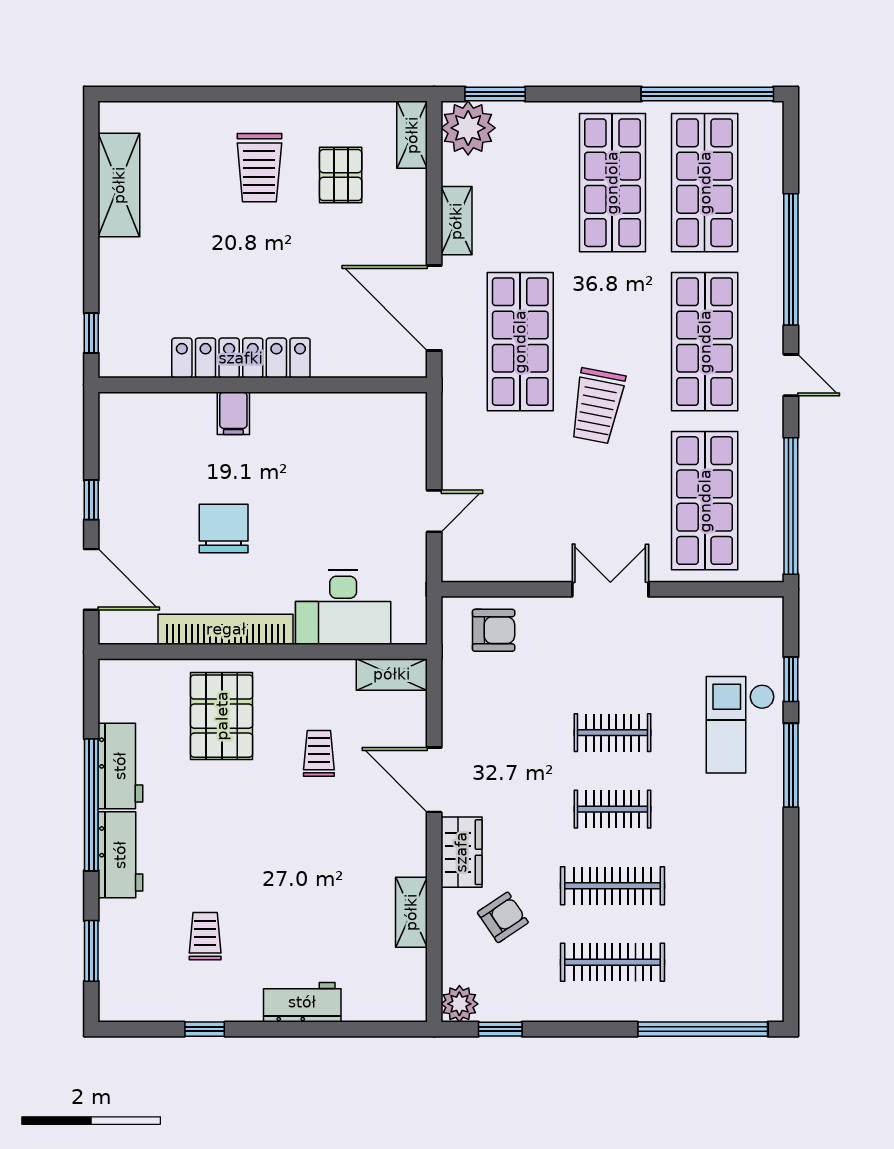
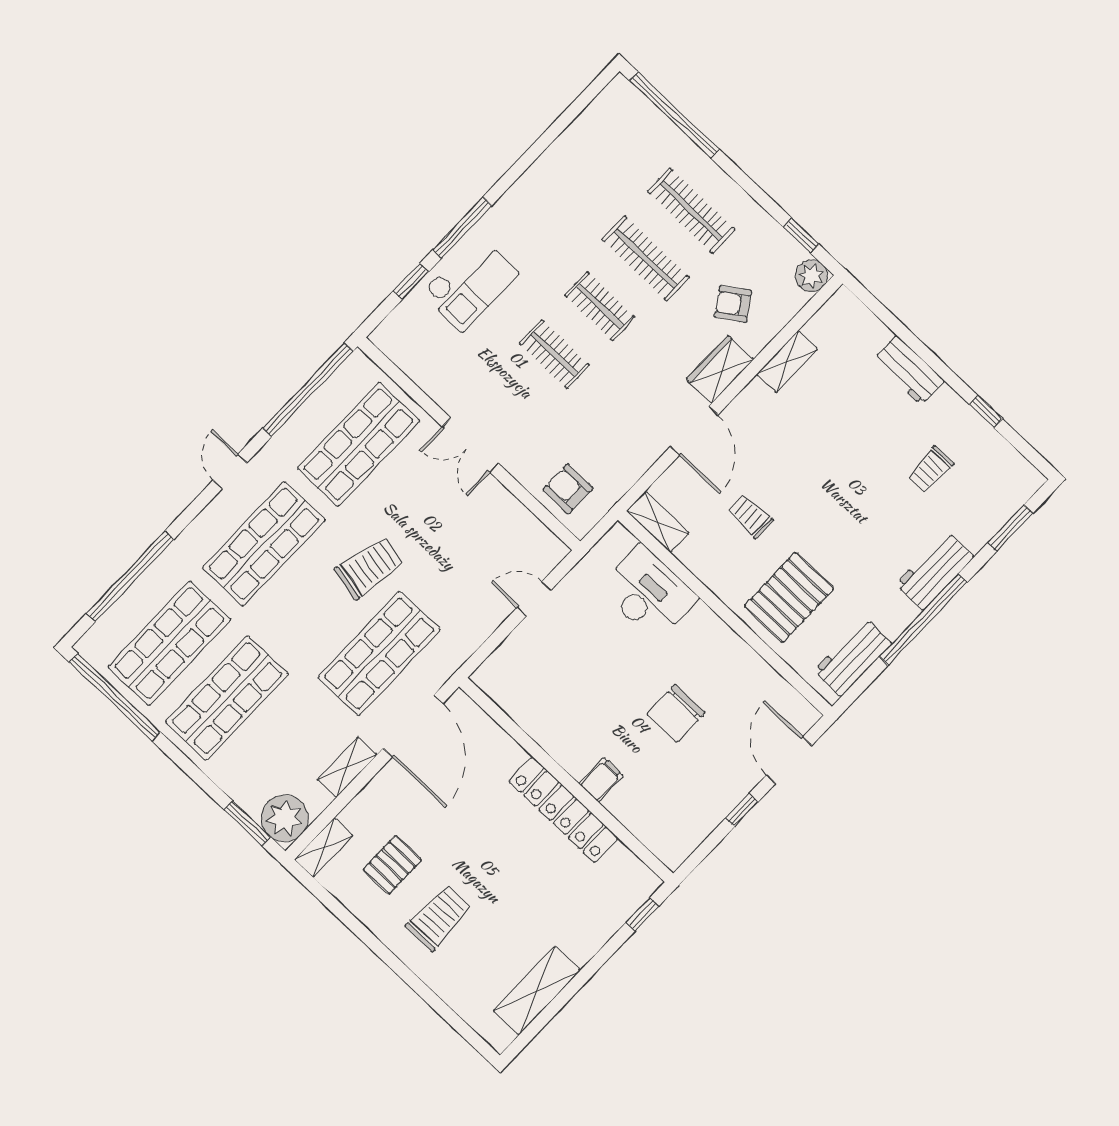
window: (791, 259) -> (130, 576), moved
bookcase: (226, 629) -> (735, 649), removed
trolley: (319, 753) -> (750, 516), turned 90
workbench: (120, 766) -> (853, 657), moved

